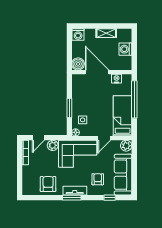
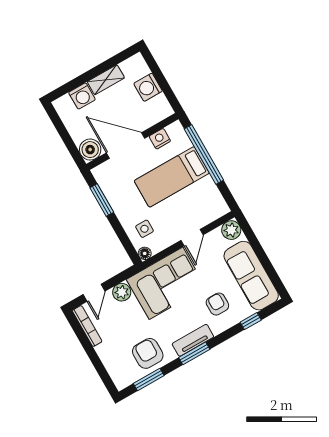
washing machine: (78, 34) -> (82, 96), moved
window: (69, 108) -> (102, 200), moved
bed: (123, 116) -> (172, 177), moved, turned -90
window: (41, 198) -> (149, 380), added

